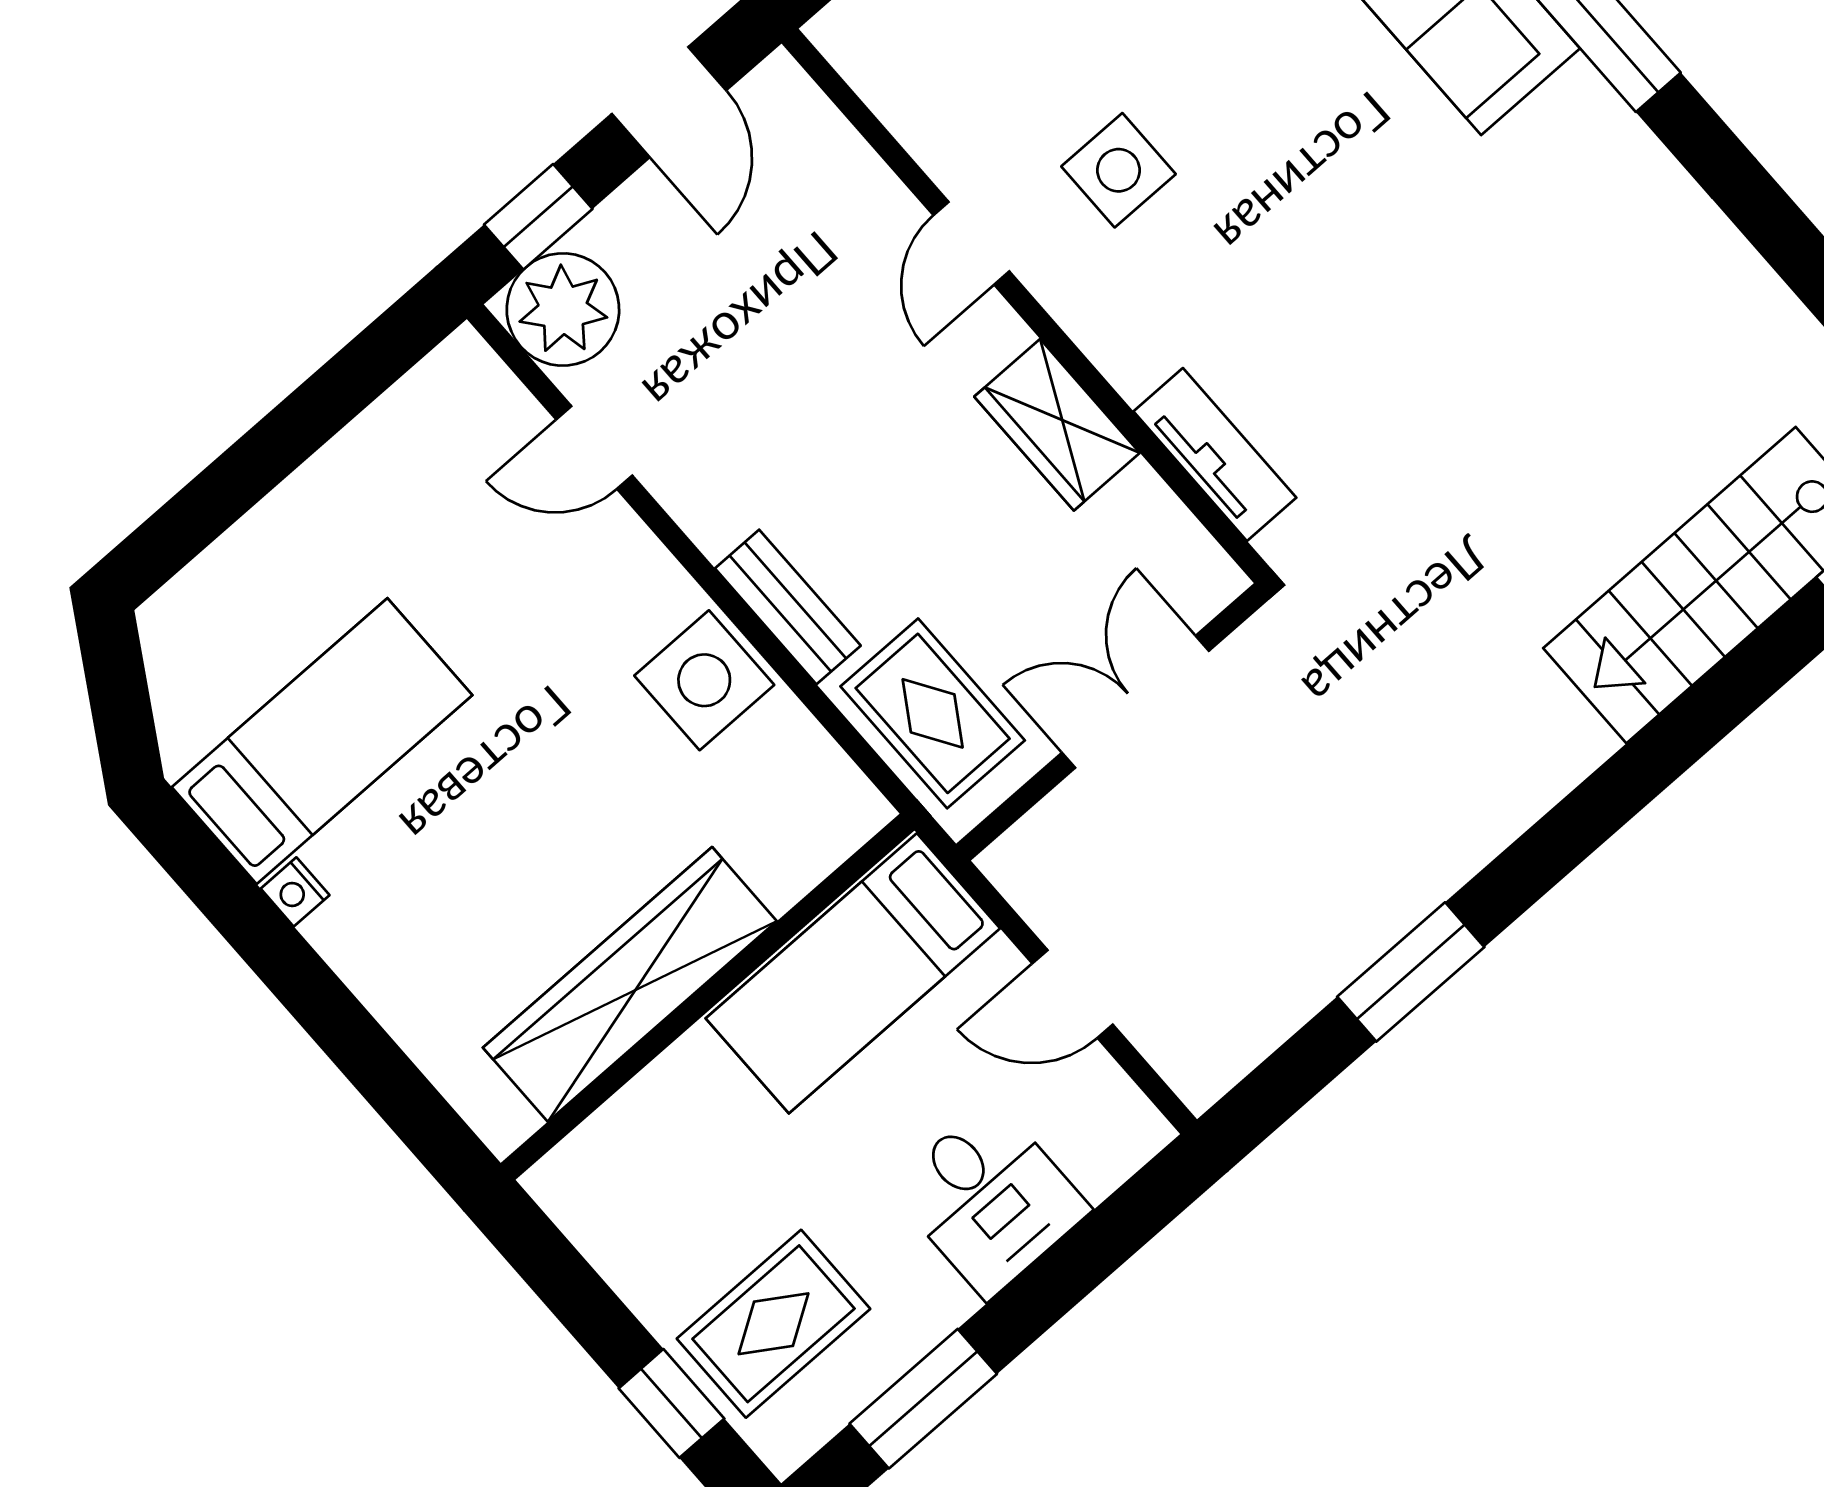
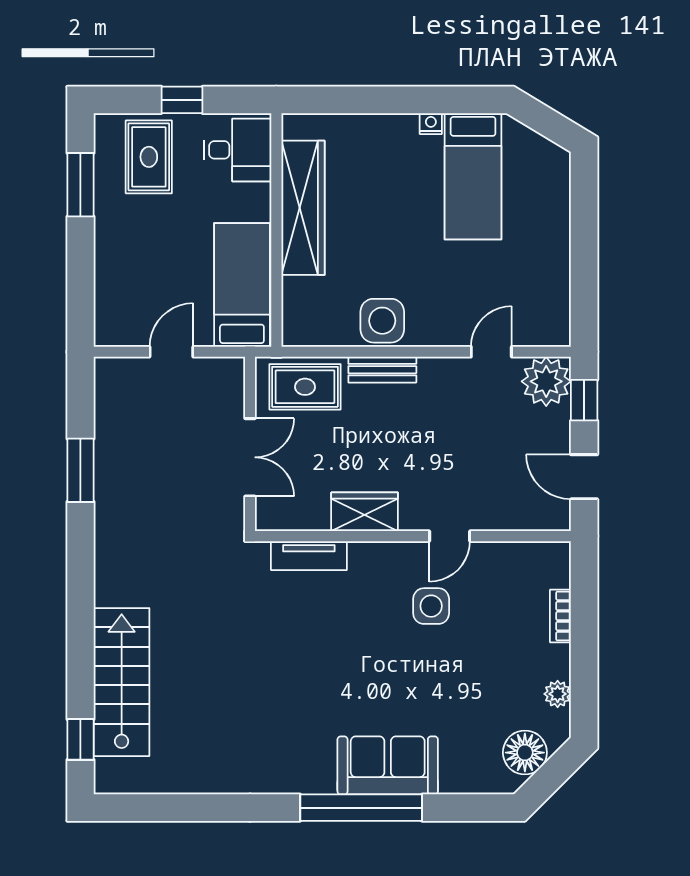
door: (971, 243) -> (450, 536), swing flipped
desk: (990, 1199) -> (238, 150), moved, turned 180
window: (671, 1403) -> (182, 100), moved

